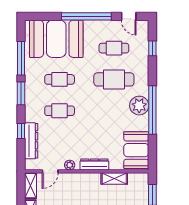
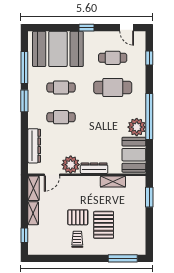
window: (86, 16) -> (87, 28), width x0.32
plant: (139, 106) -> (137, 127), moved
window: (21, 131) -> (24, 136), removed
plant: (70, 165) -> (71, 165), width x1.88, depth x1.88

